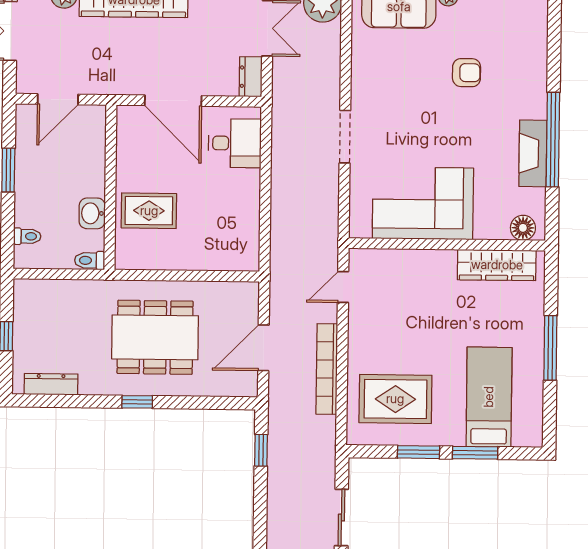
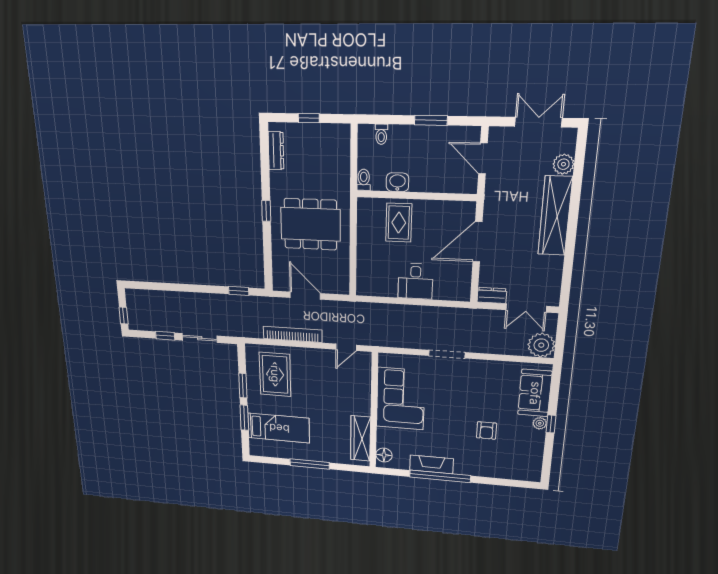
desk: (235, 143) -> (415, 281), moved
door: (343, 287) -> (346, 347), swing flipped
dining table: (155, 337) -> (310, 224), turned 90

